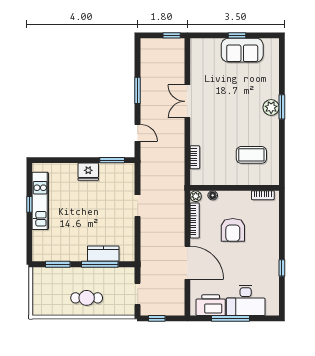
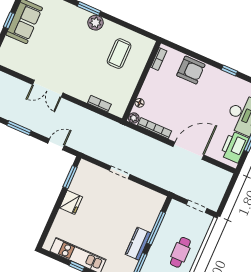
plant: (271, 107) -> (96, 23), moved
armchair: (233, 230) -> (191, 70), moved
kitchen counter: (103, 254) -> (138, 244), moved
window: (157, 318) -> (225, 199), removed

